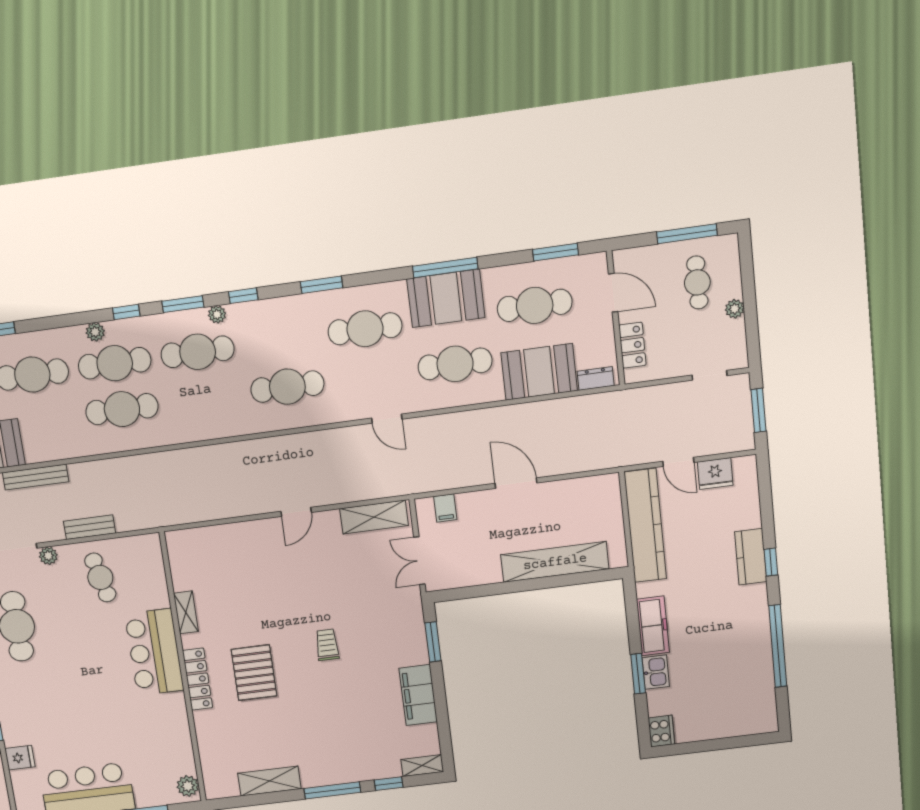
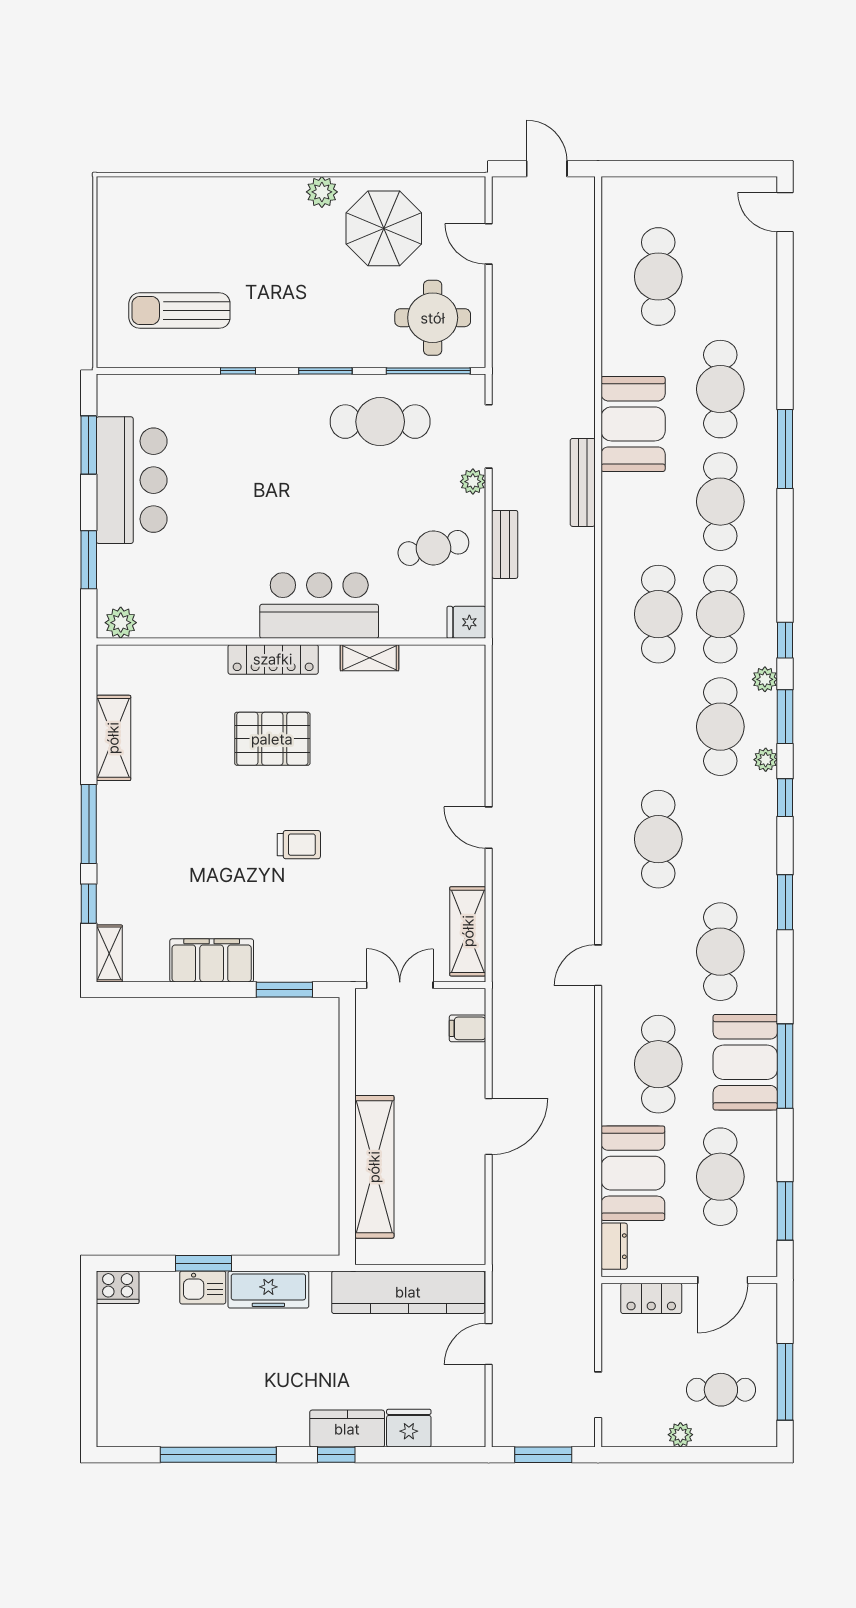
plant: (95, 332) -> (765, 679), moved
fridge: (715, 473) -> (409, 1428), moved, turned 90
fridge: (20, 758) -> (466, 622), moved, turned 90

